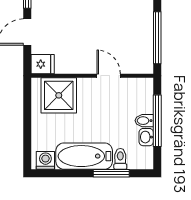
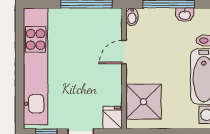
bidet: (144, 121) -> (132, 17), moved

